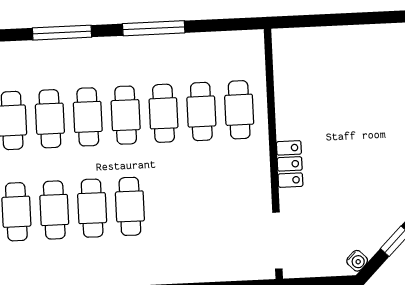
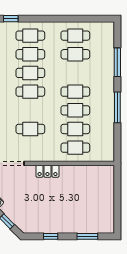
cafe table: (88, 117) -> (30, 129), moved

